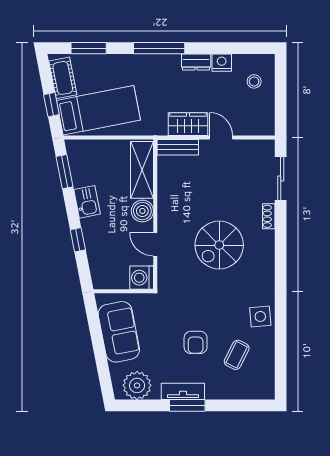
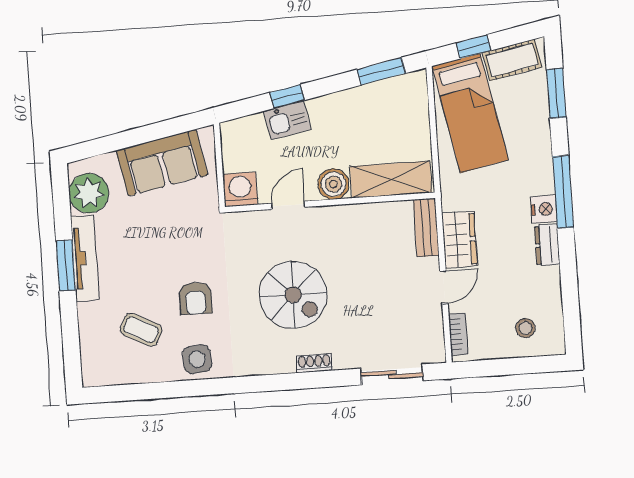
nightstand: (222, 63) -> (544, 209), moved
bookcase: (255, 130) -> (458, 334), added
kitchen sink: (87, 202) -> (287, 120), moved
shoe rack: (269, 216) -> (314, 363), moved
spiral stairs: (219, 245) -> (293, 295), turned 180
armchair: (196, 342) -> (196, 298), moved, turned -90
tv unit: (183, 391) -> (85, 258), width x1.41

